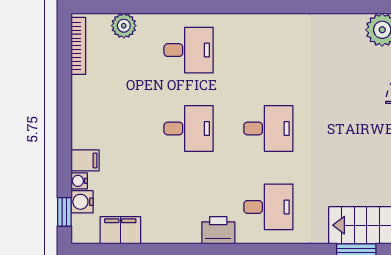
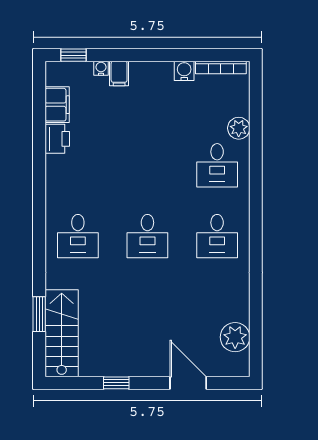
plant: (124, 26) -> (239, 128), moved
desk: (189, 129) -> (217, 236), moved
water cooler: (82, 202) -> (184, 71), moved
printer: (218, 230) -> (57, 139), moved

